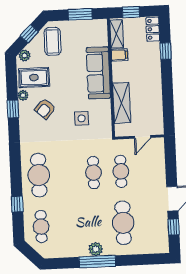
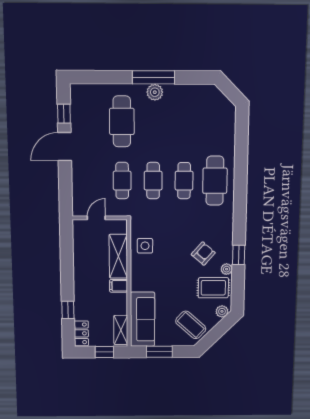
window: (29, 34) -> (215, 334), removed
coffee table: (53, 41) -> (191, 325), turned -48
filing cabinet: (119, 55) -> (119, 286), moved
sofa: (98, 73) -> (143, 319), moved
side table: (82, 118) -> (145, 246), moved
window: (17, 204) -> (241, 149), removed
cafe table: (41, 227) -> (184, 181), moved

